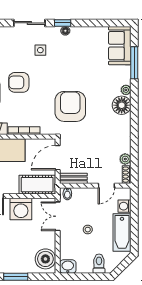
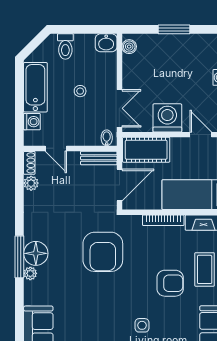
window: (134, 63) -> (19, 257), moved
door: (106, 186) -> (56, 148), swing flipped
boiler: (45, 259) -> (129, 47), width x0.54, depth x0.54

